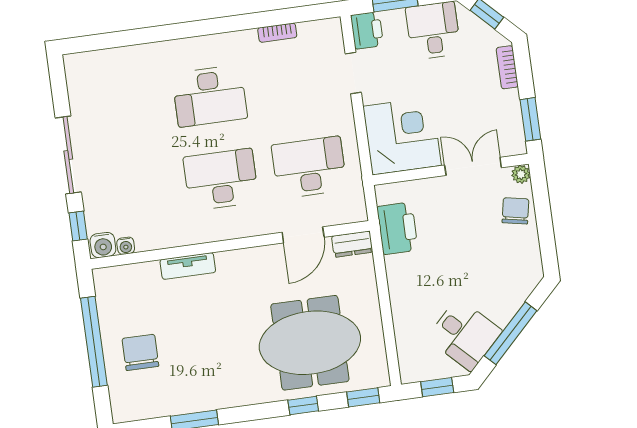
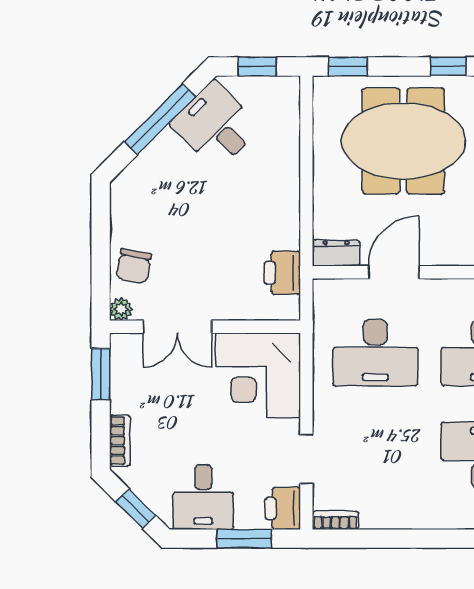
bookcase: (277, 33) -> (335, 520), moved
printer: (397, 228) -> (282, 273), width x0.73, depth x0.84
window: (303, 406) -> (448, 66), moved

